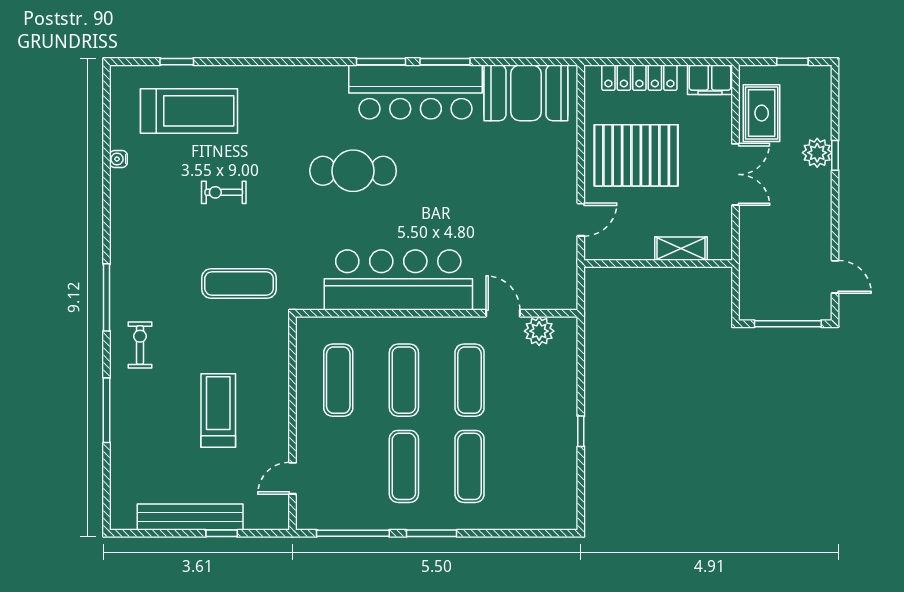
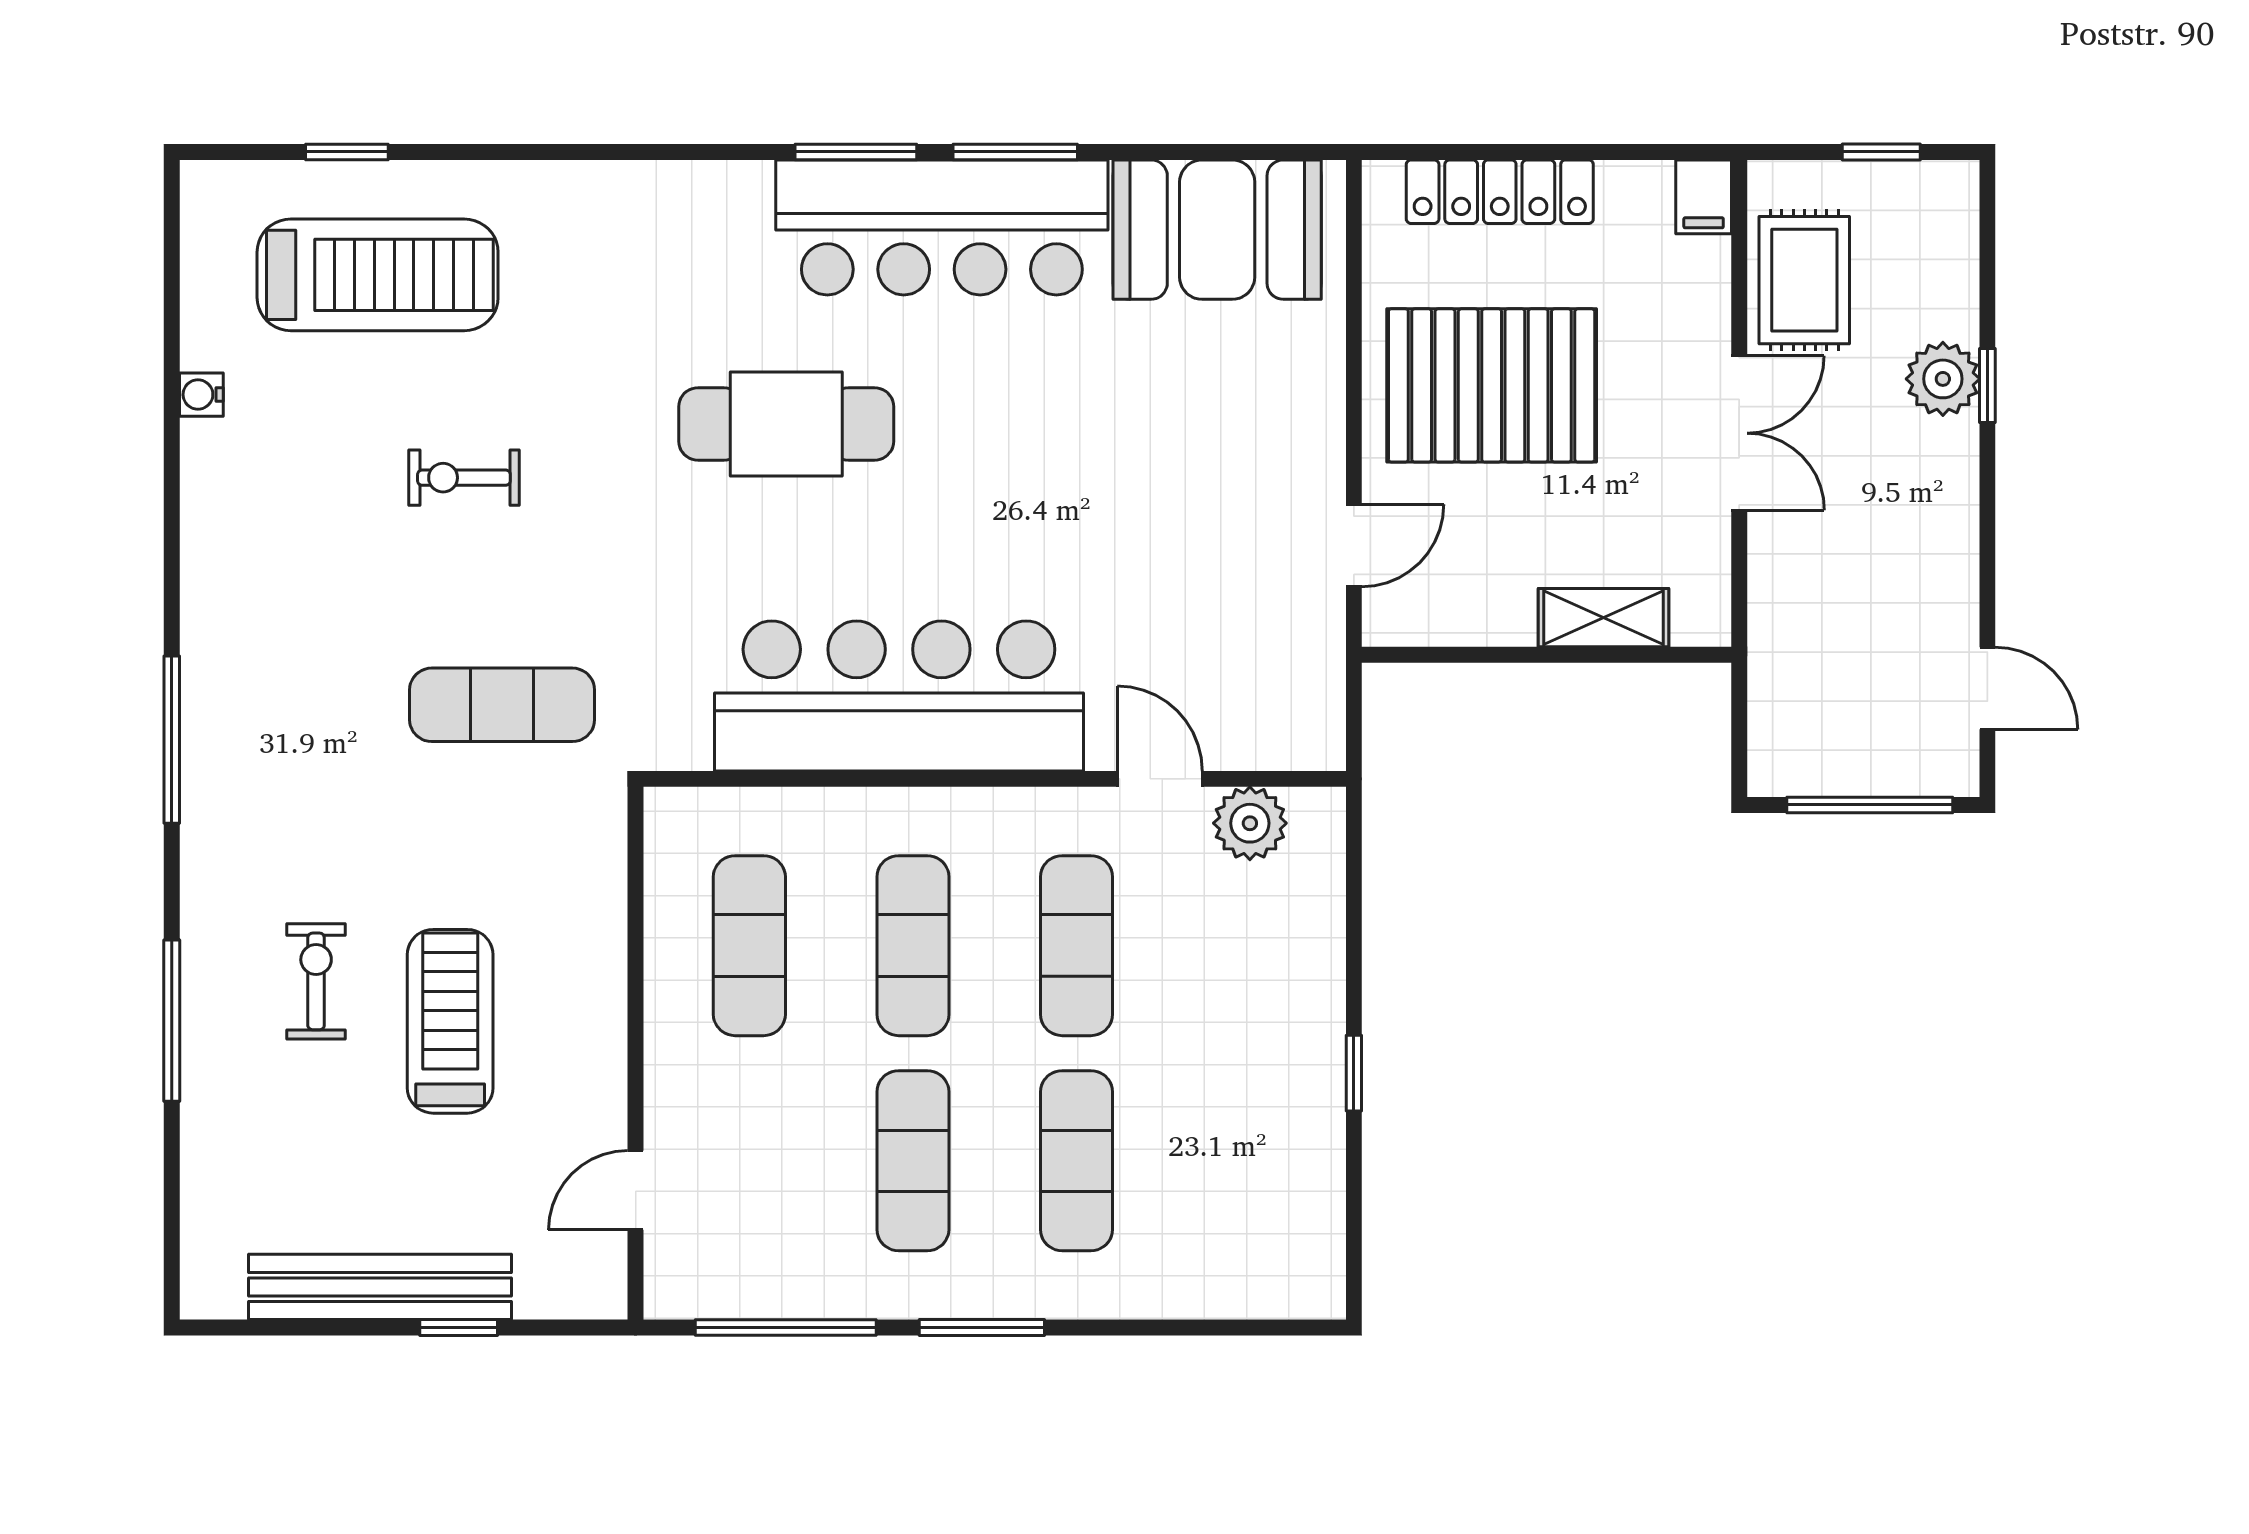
filing cabinet: (710, 80) -> (1704, 197), width x0.50
exercise bike: (140, 345) -> (316, 981), moved

